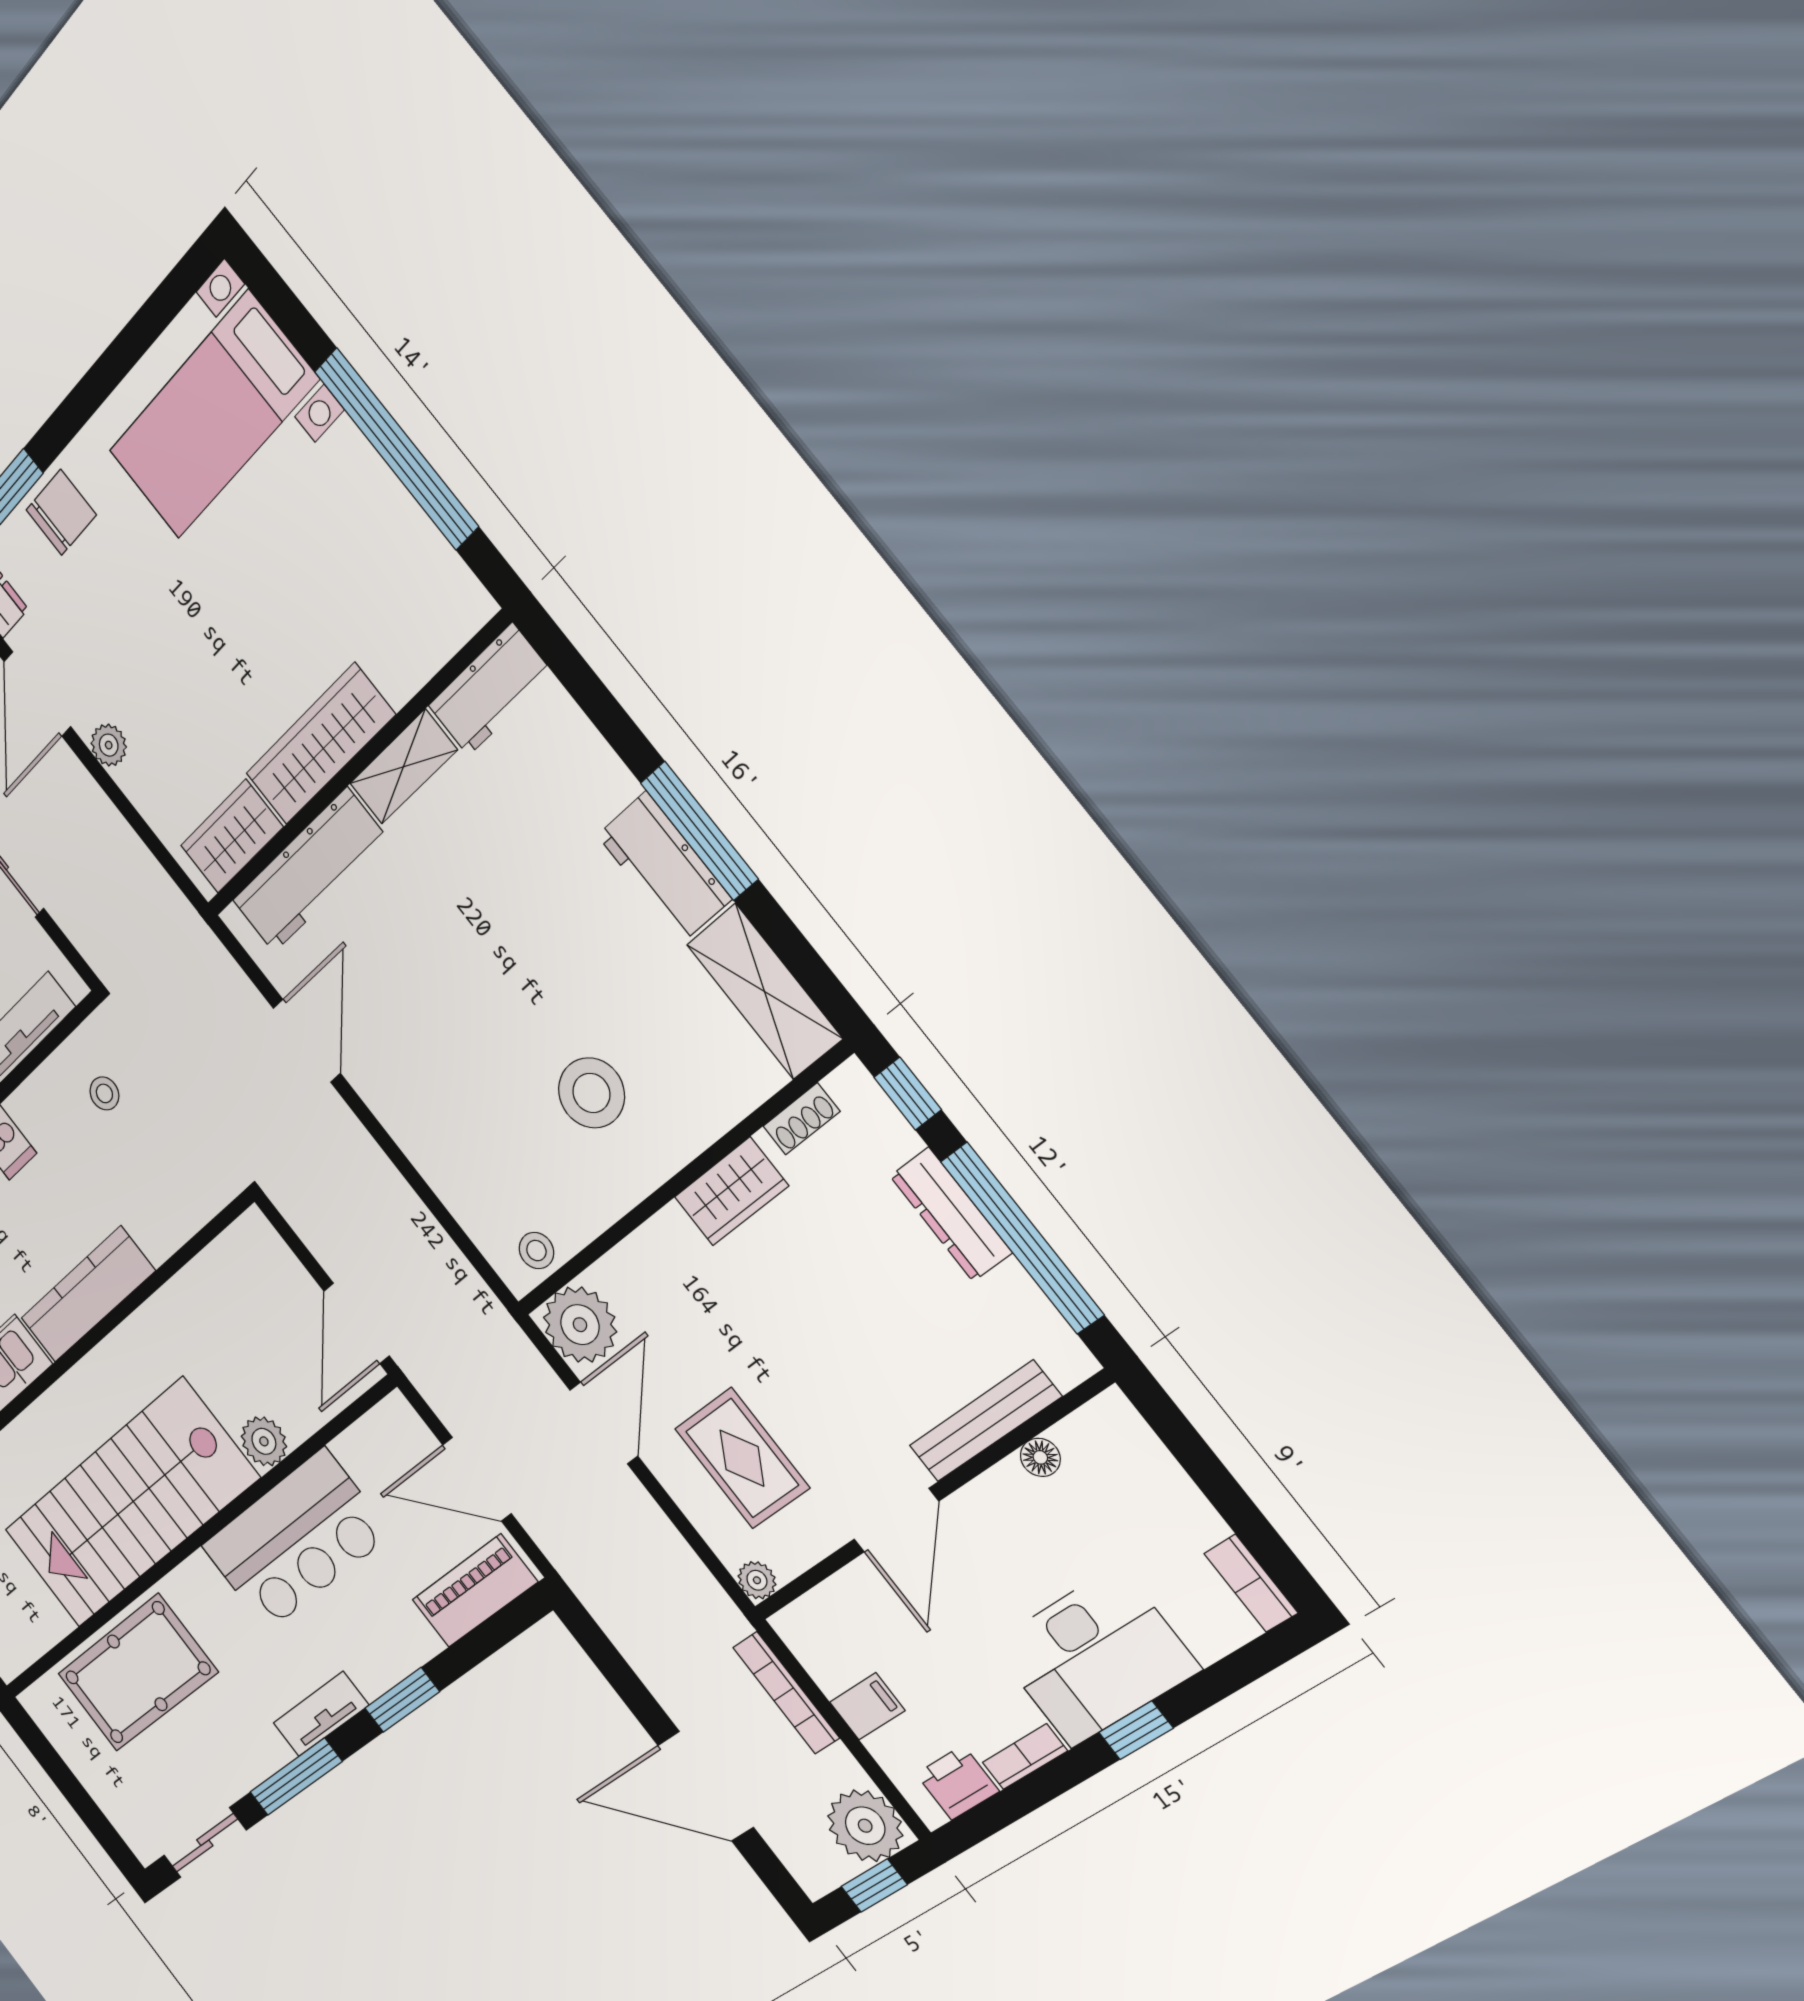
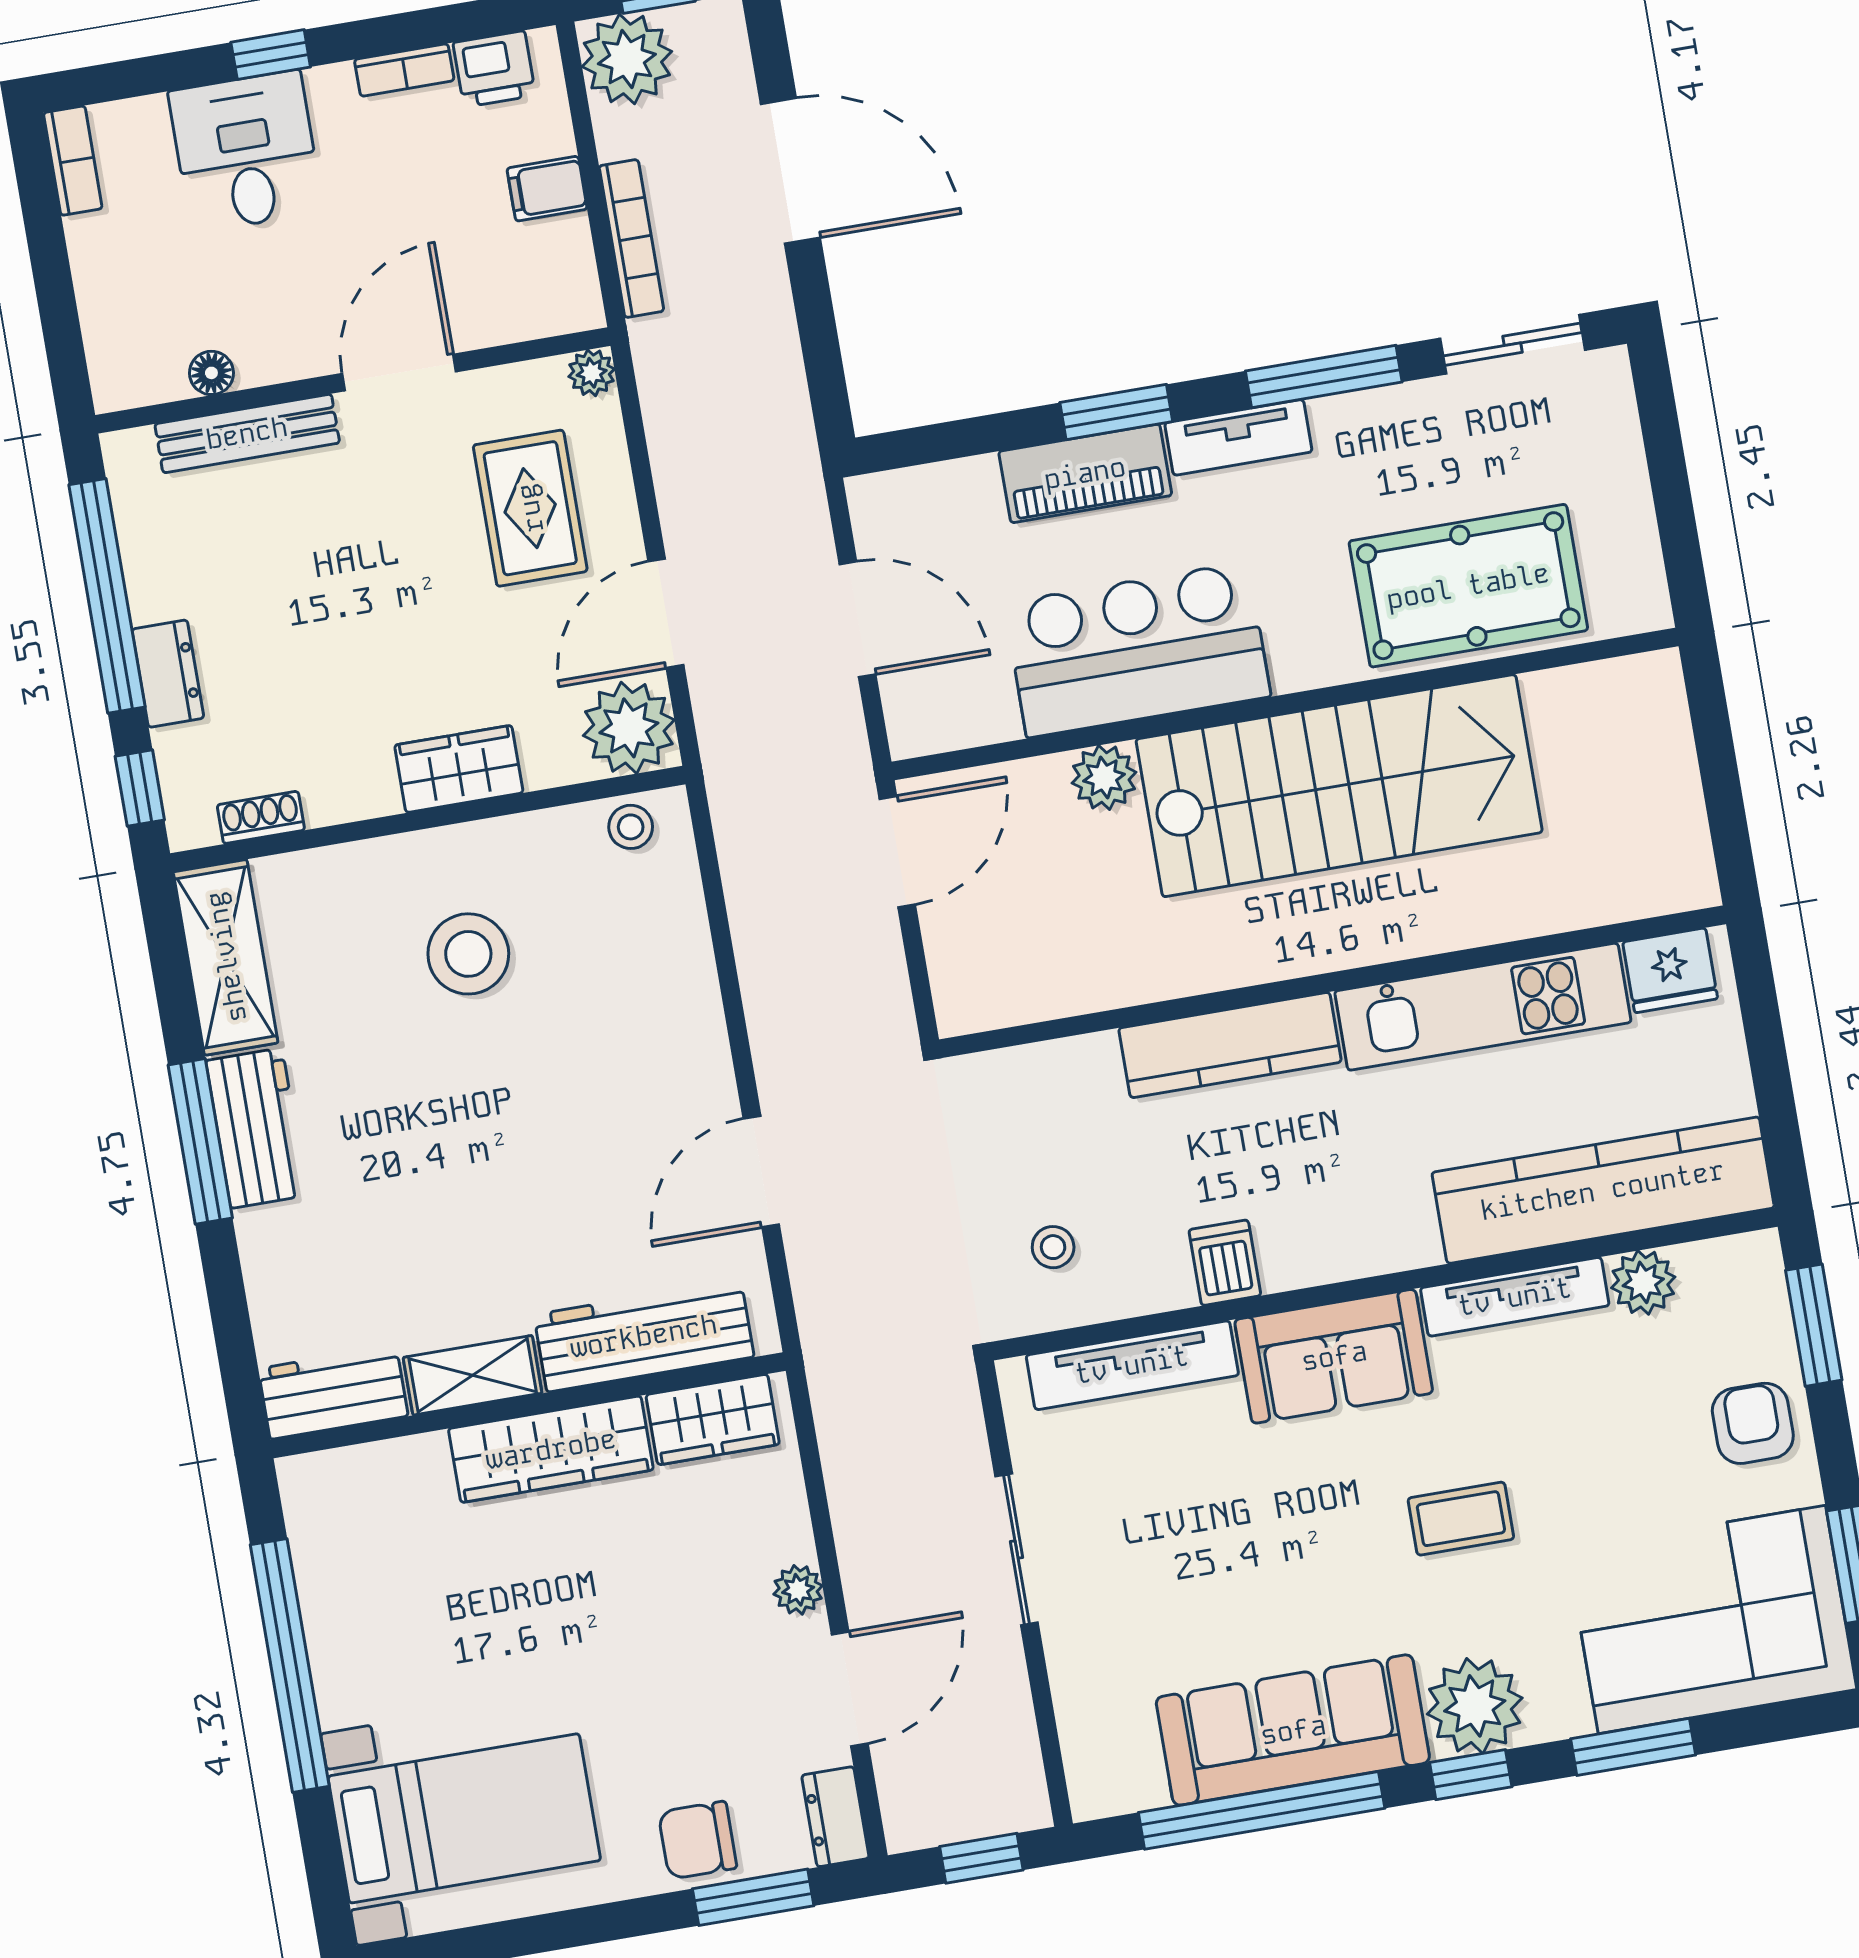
wardrobe: (731, 1191) -> (459, 769), moved
dresser: (951, 1214) -> (168, 674), width x0.70
piano: (475, 1591) -> (1085, 473), moved
desk: (1095, 1657) -> (246, 152), width x0.73

